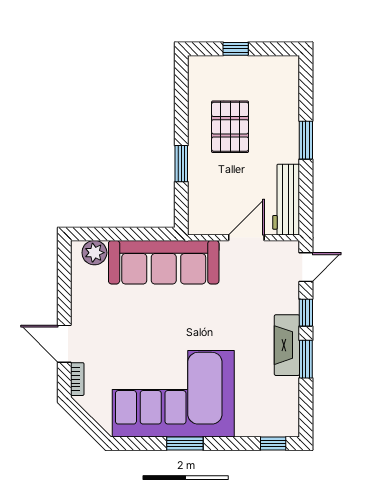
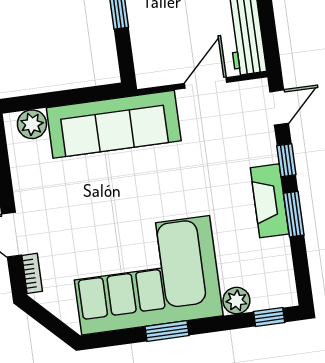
plant: (247, 426) -> (236, 301), added

